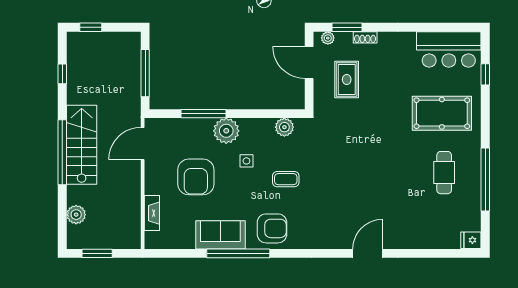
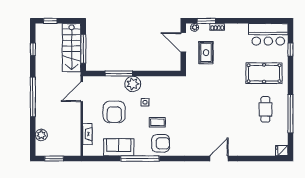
plant: (284, 127) -> (168, 82), removed
stairs: (82, 145) -> (72, 48), moved, turned 180
coffee table: (286, 179) -> (157, 122), moved
sofa: (220, 235) -> (119, 147), moved

